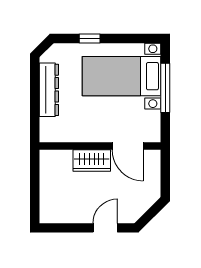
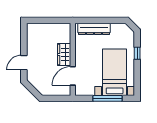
dresser: (49, 90) -> (94, 29), moved
door: (105, 228) -> (24, 63), swing flipped

